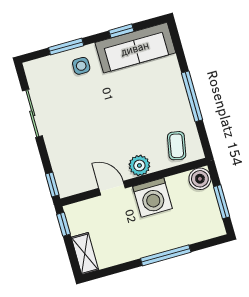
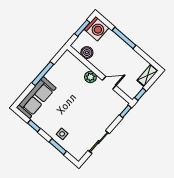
sofa: (135, 48) -> (36, 98), moved, turned 90
coffee table: (177, 146) -> (70, 66), removed
boiler: (200, 179) -> (87, 53), moved
door: (112, 188) -> (109, 83), swing flipped
washing machine: (152, 198) -> (97, 29), moved, turned 90

